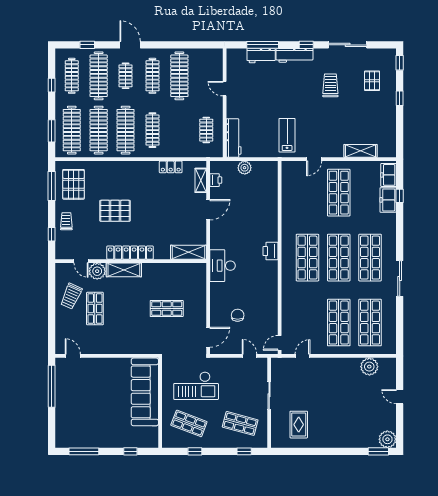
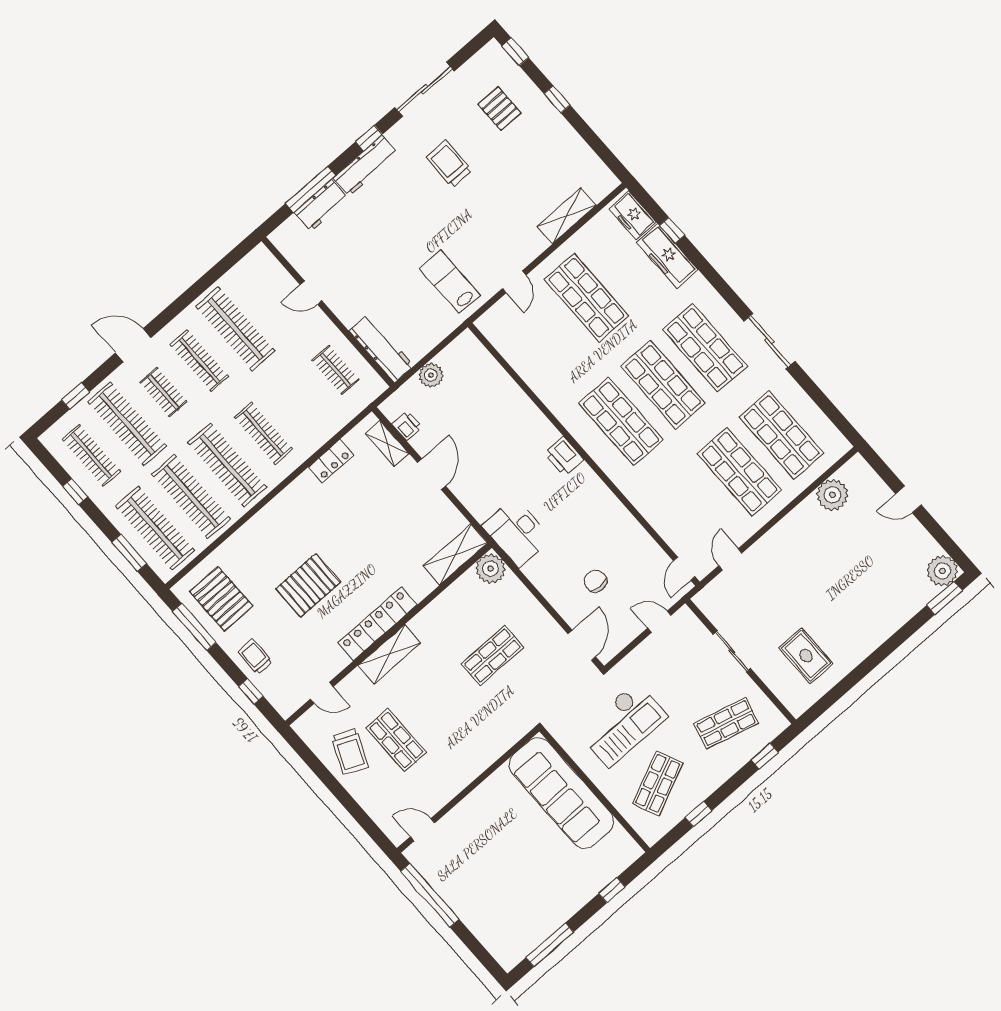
freezer: (388, 200) -> (667, 256), width x1.40
plant: (97, 271) -> (490, 569), moved
shop shelf: (189, 423) -> (658, 783), turned -45

